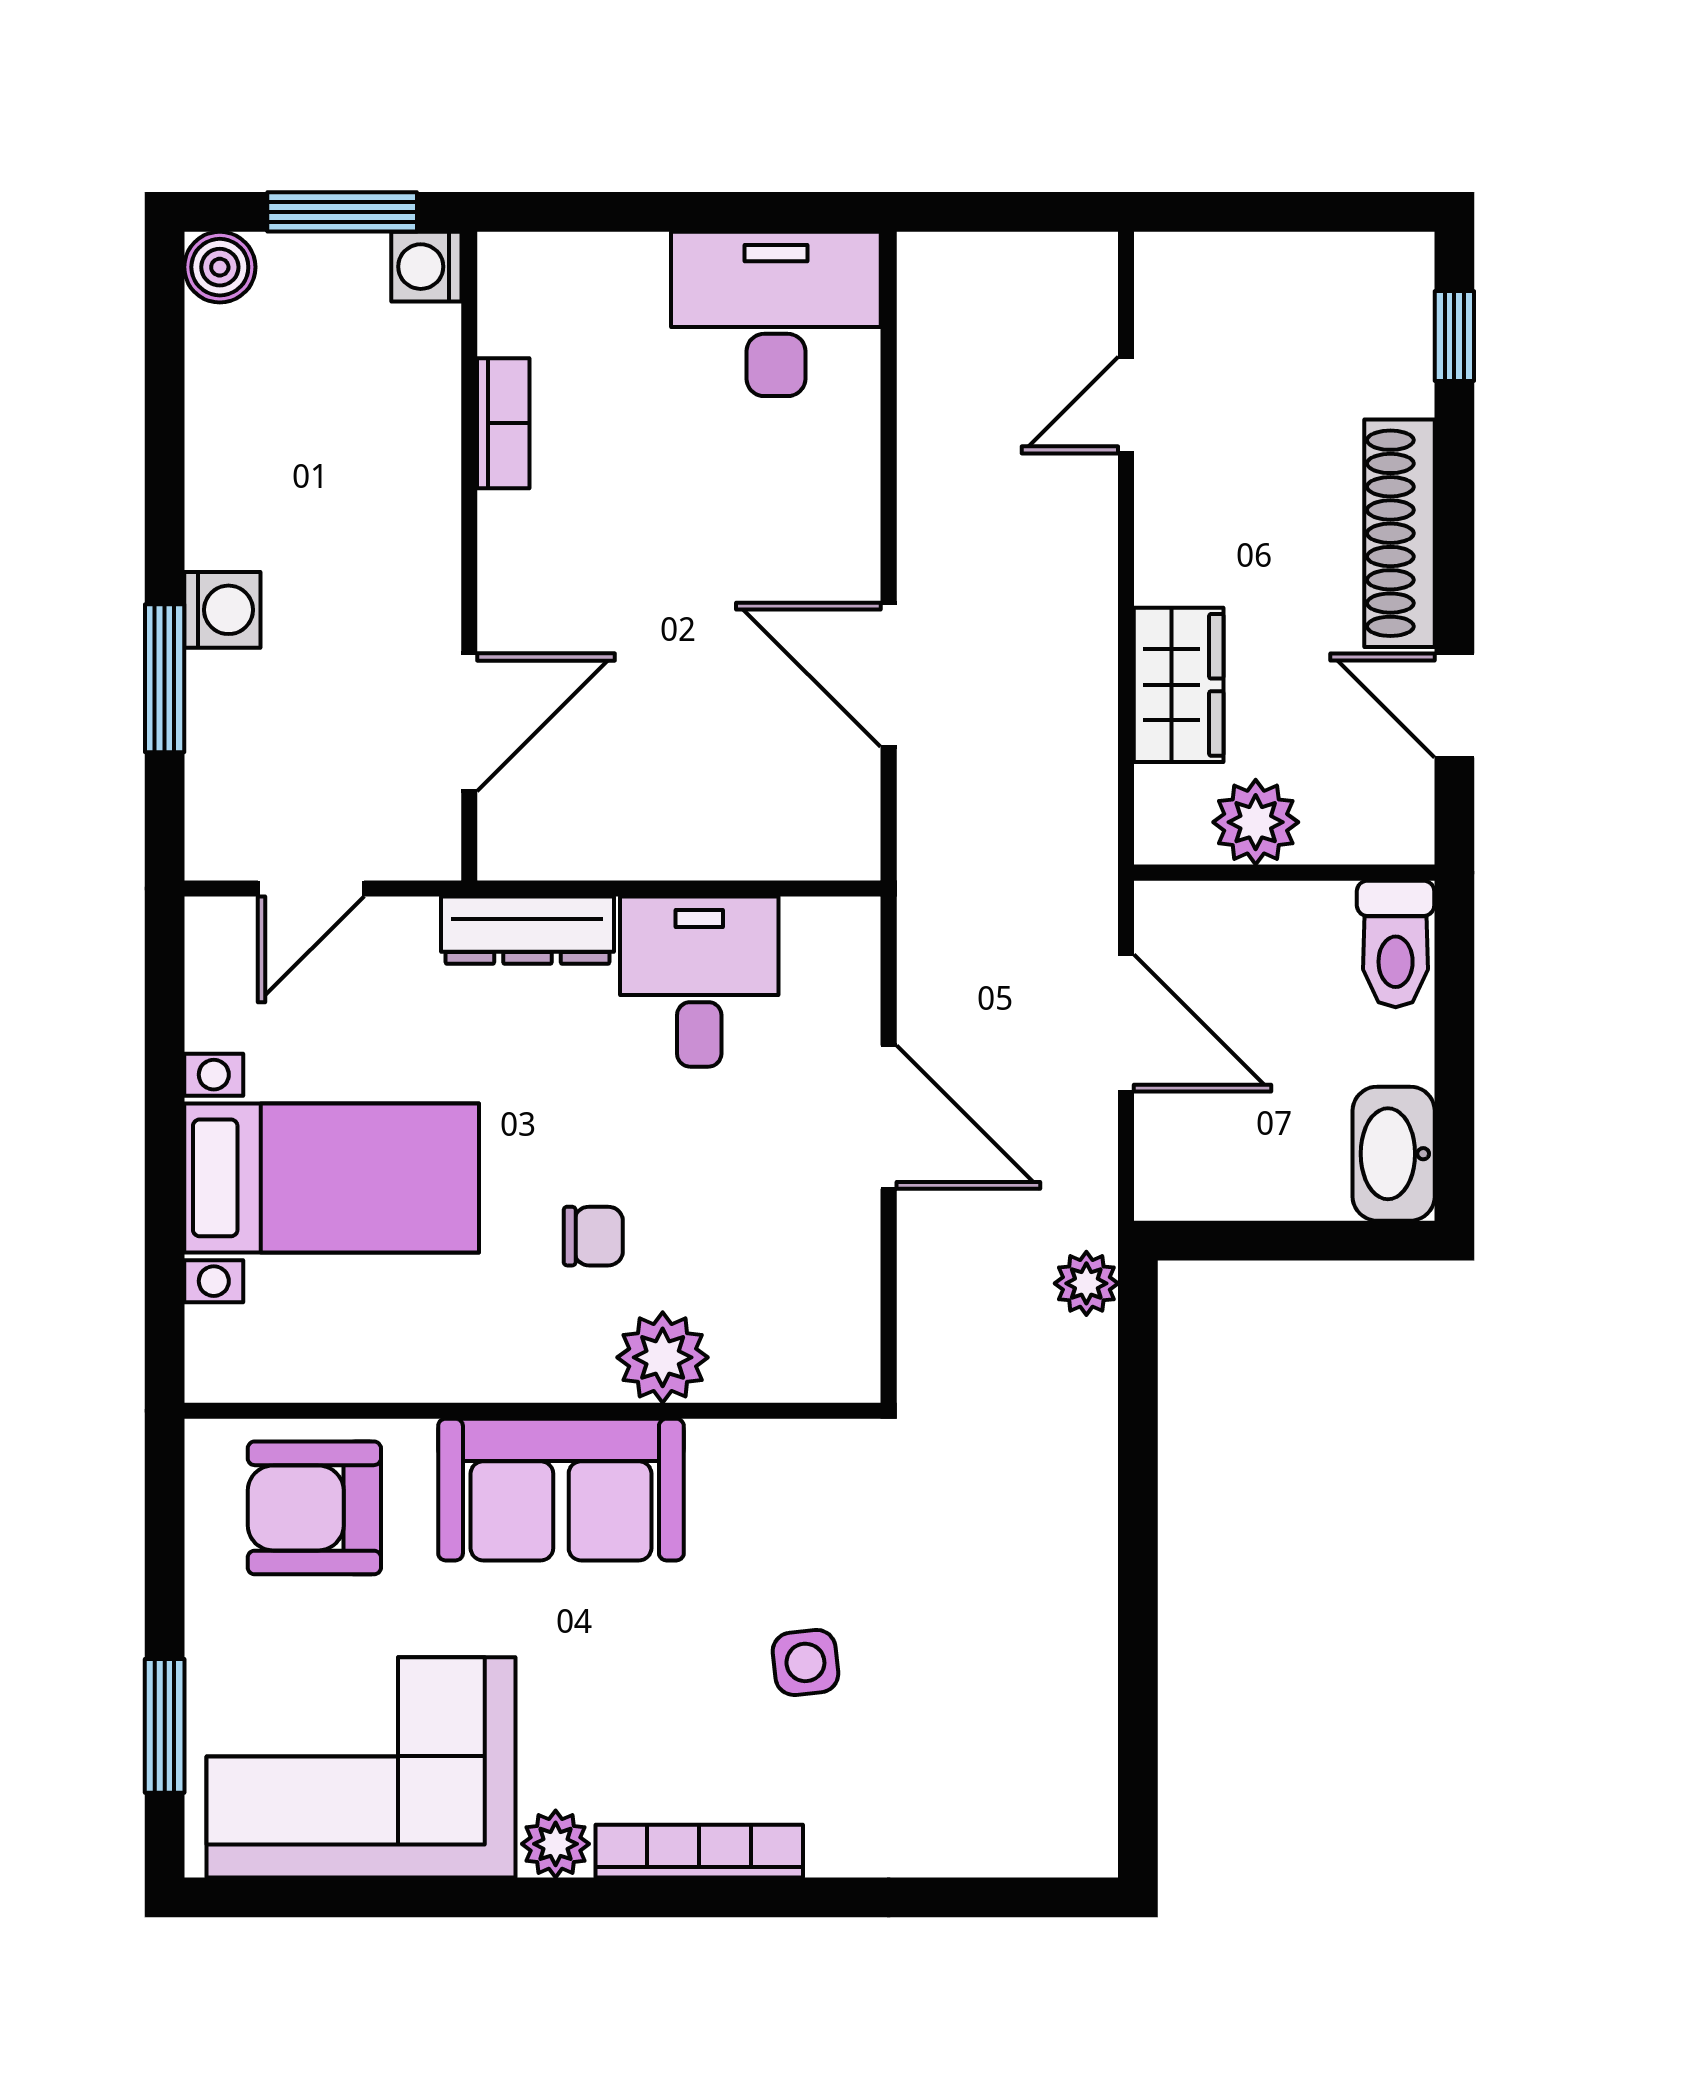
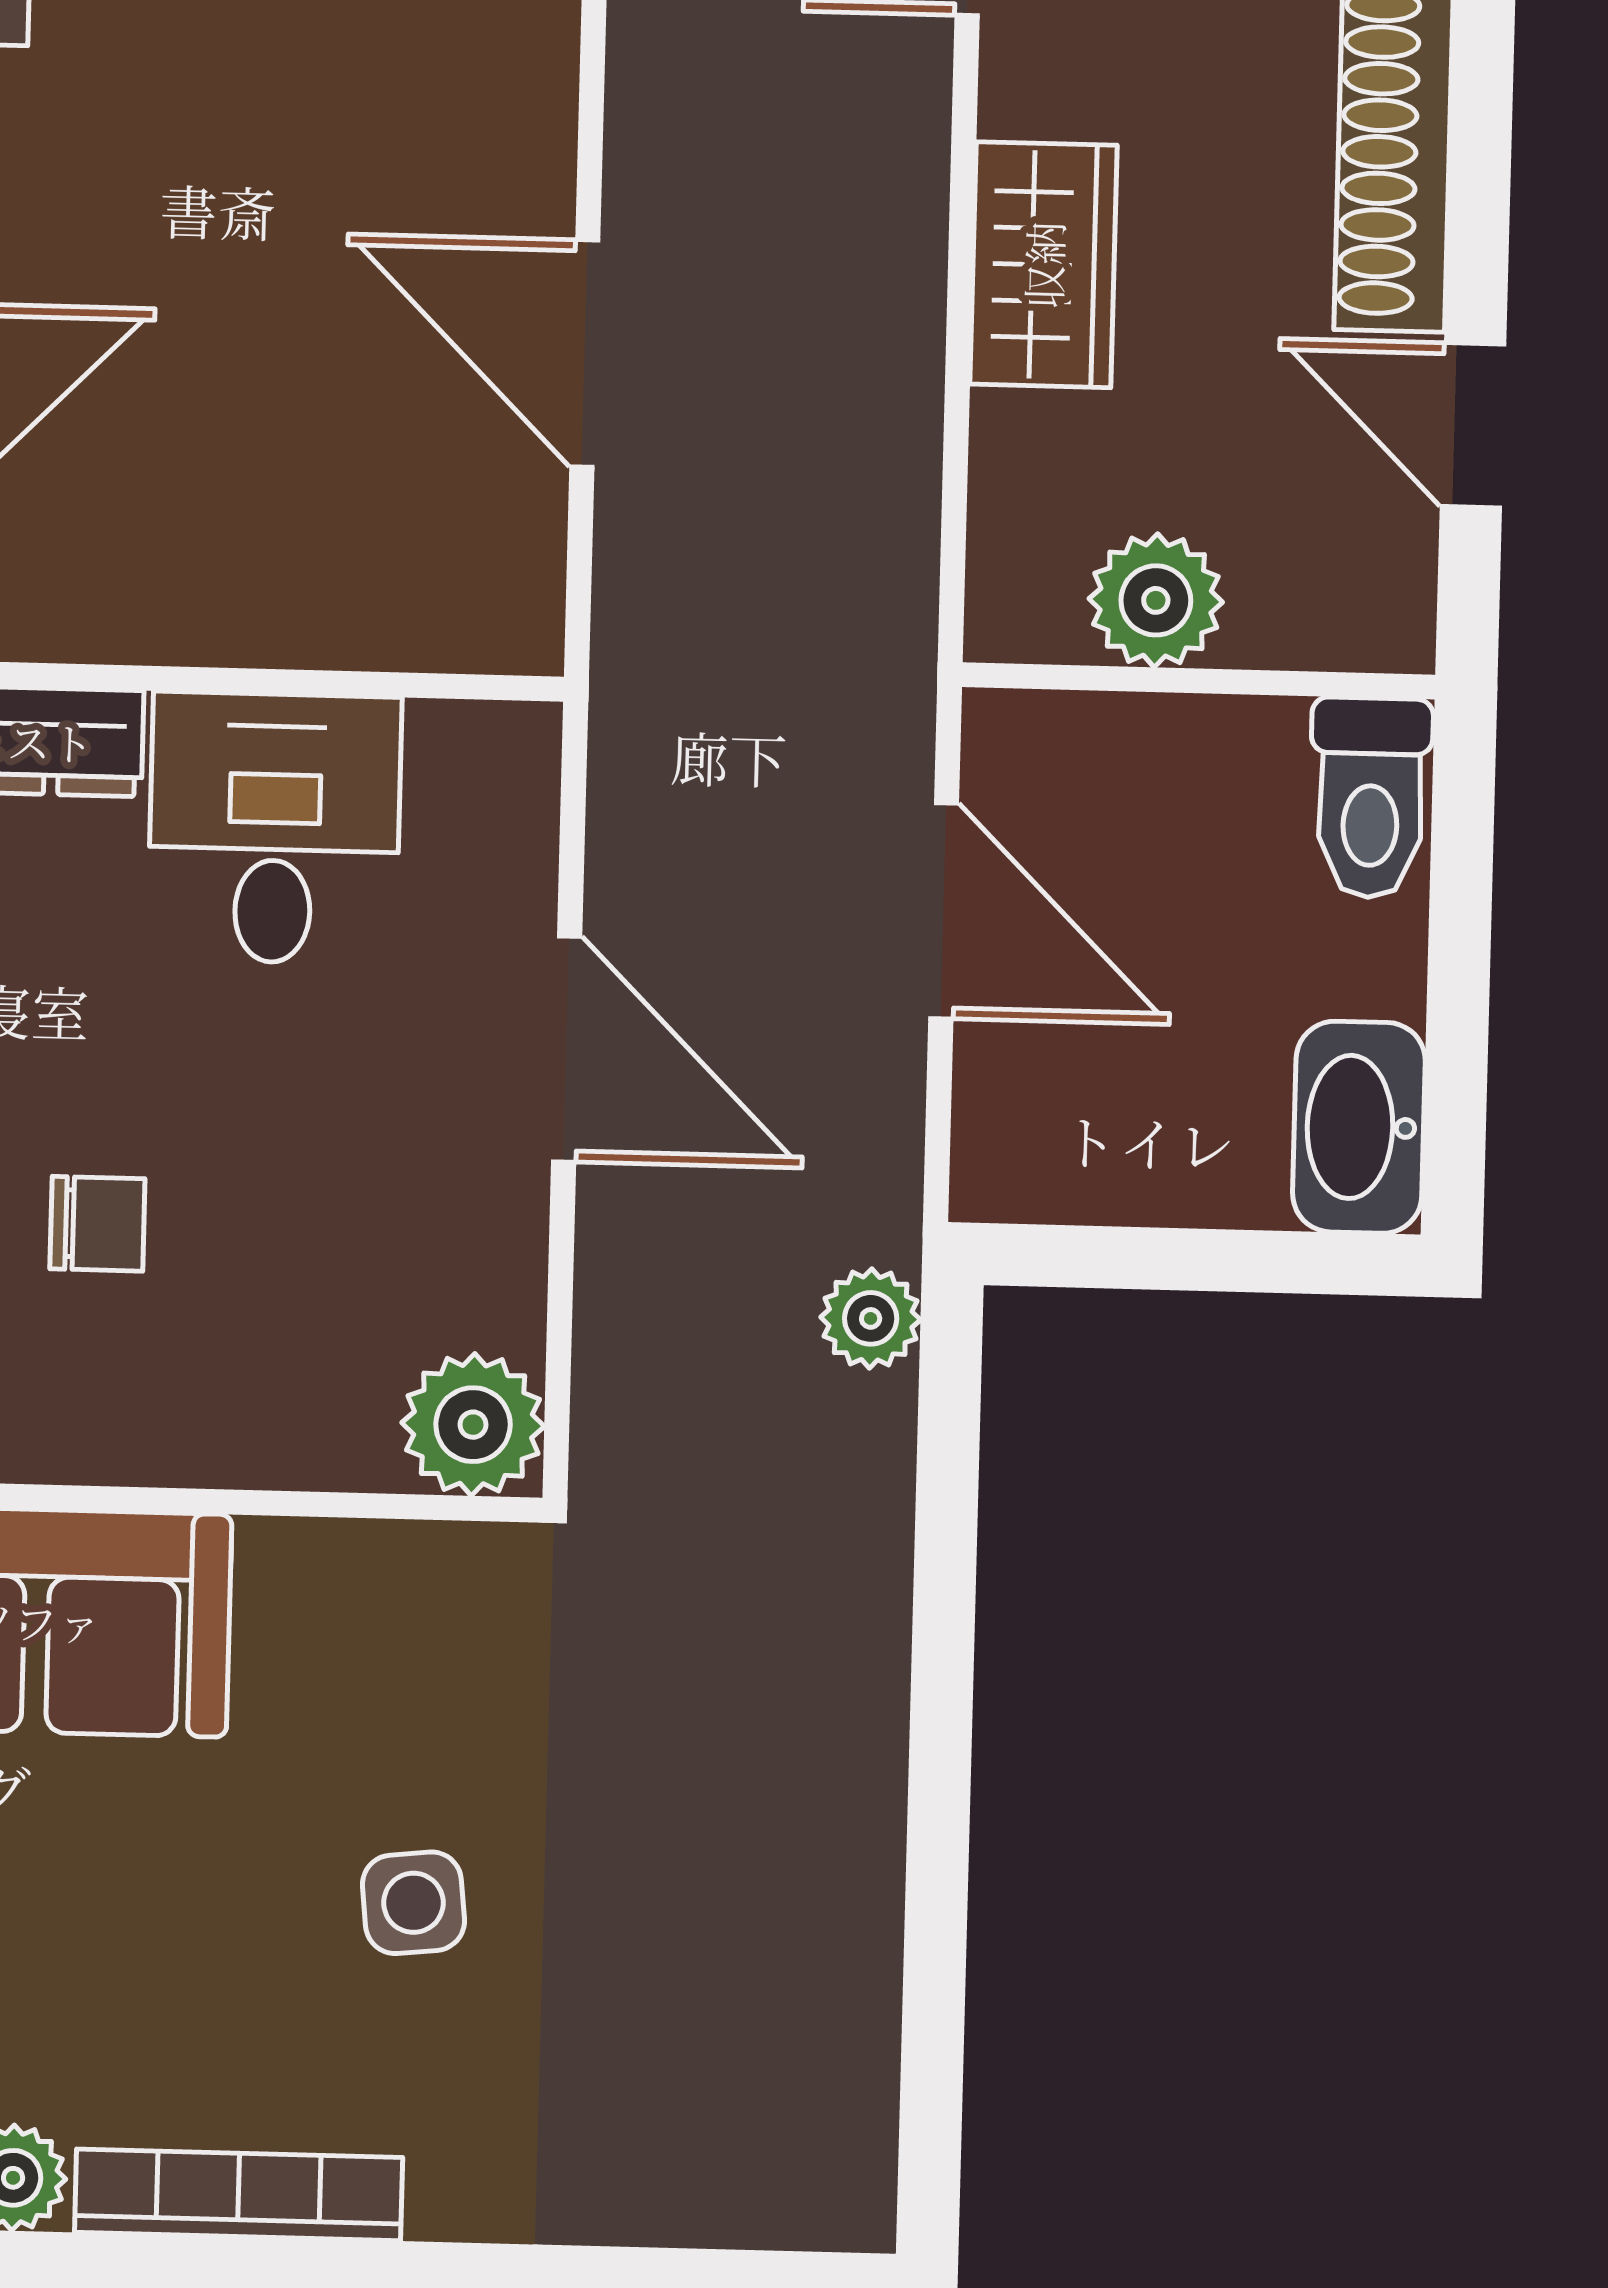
wardrobe: (1179, 685) -> (1043, 265), moved
plant: (663, 1357) -> (473, 1425), moved

